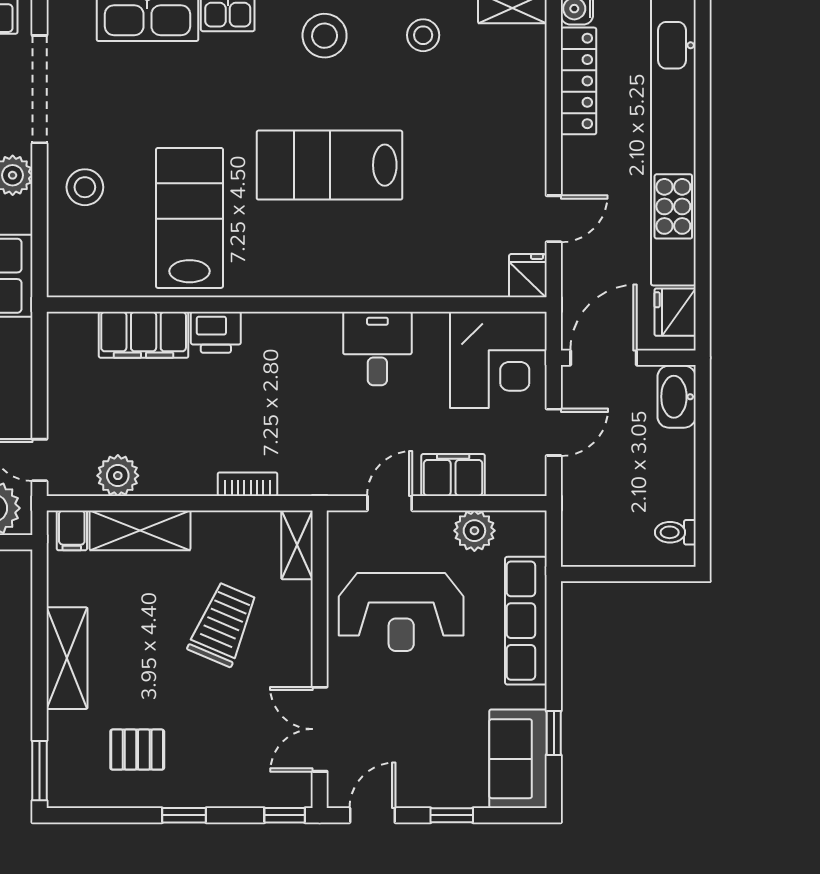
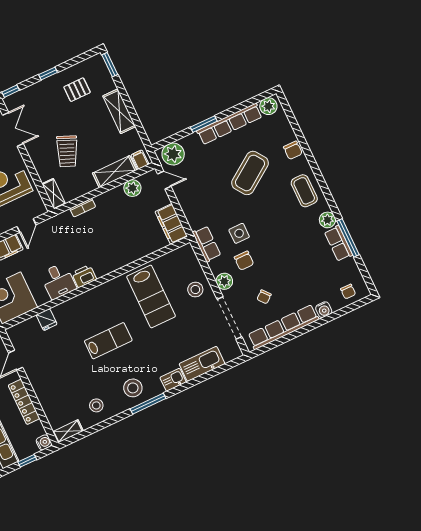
locker: (578, 81) -> (24, 402), moved
lab bench: (329, 165) -> (108, 341), width x0.73, depth x0.72
fridge: (527, 276) -> (47, 320), moved
printer: (216, 332) -> (84, 276), moved
filing cabinet: (144, 335) -> (171, 224), moved, turned -90

